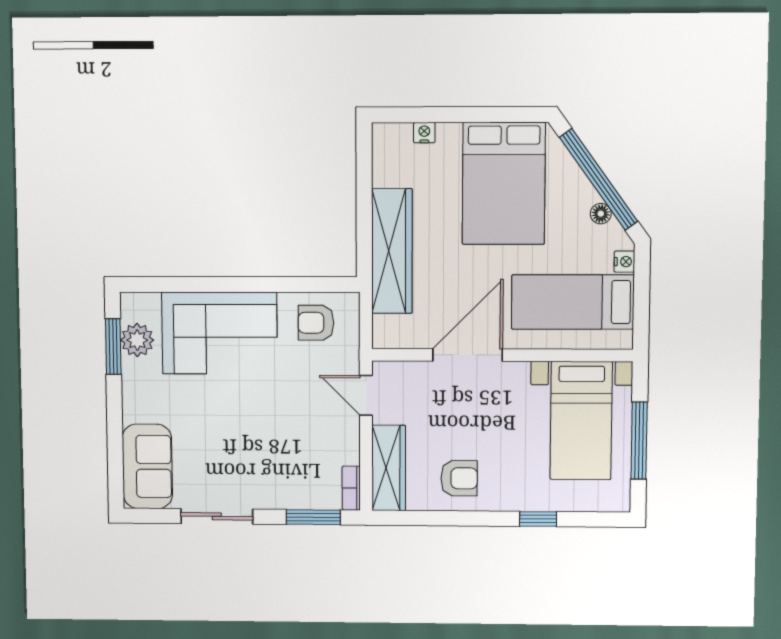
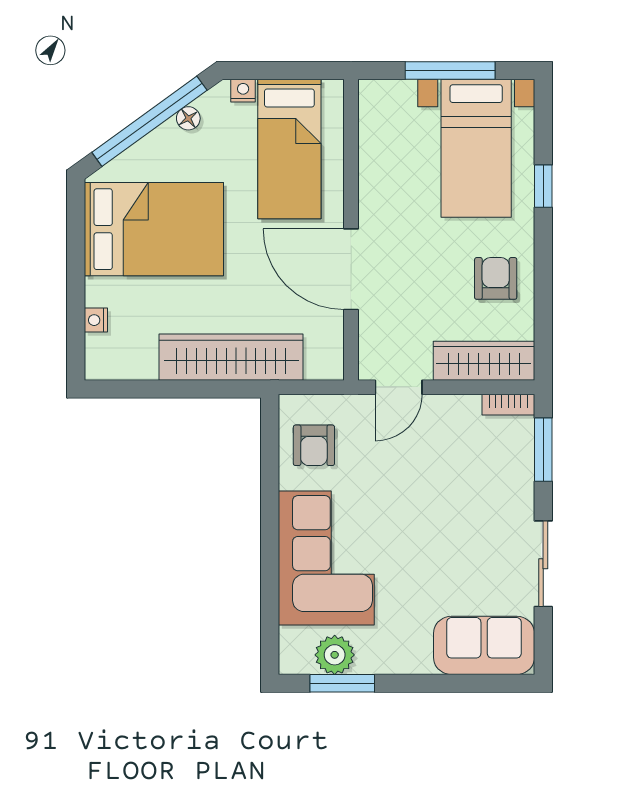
bed with nightstands: (581, 421) -> (476, 148), moved, turned 90

